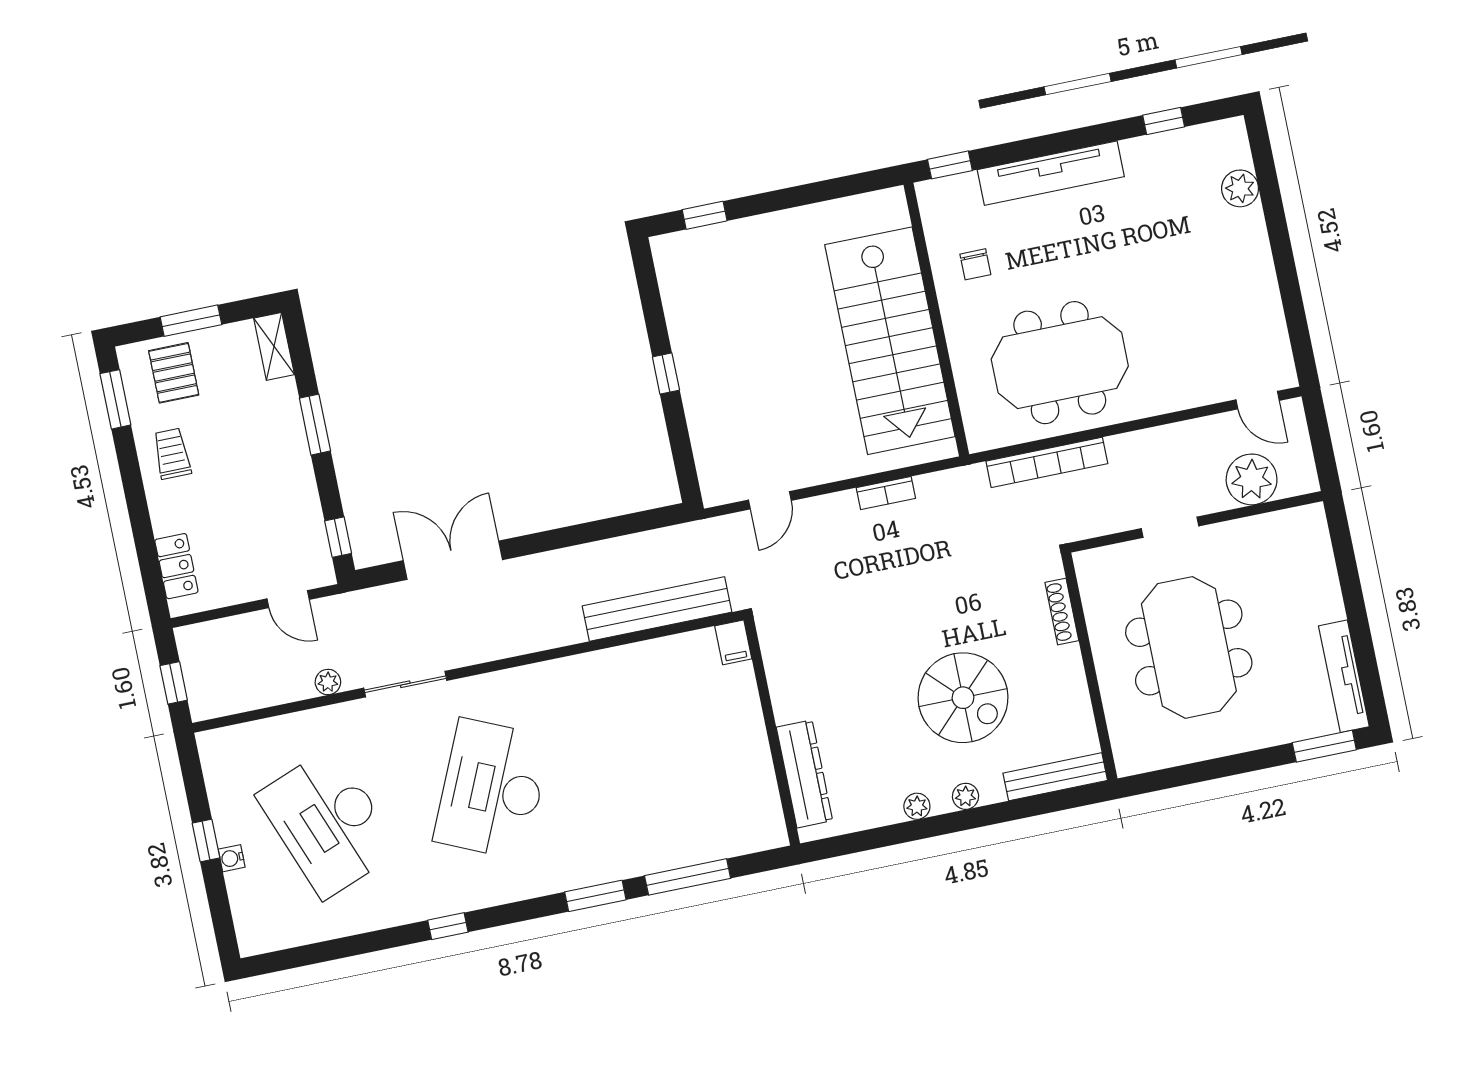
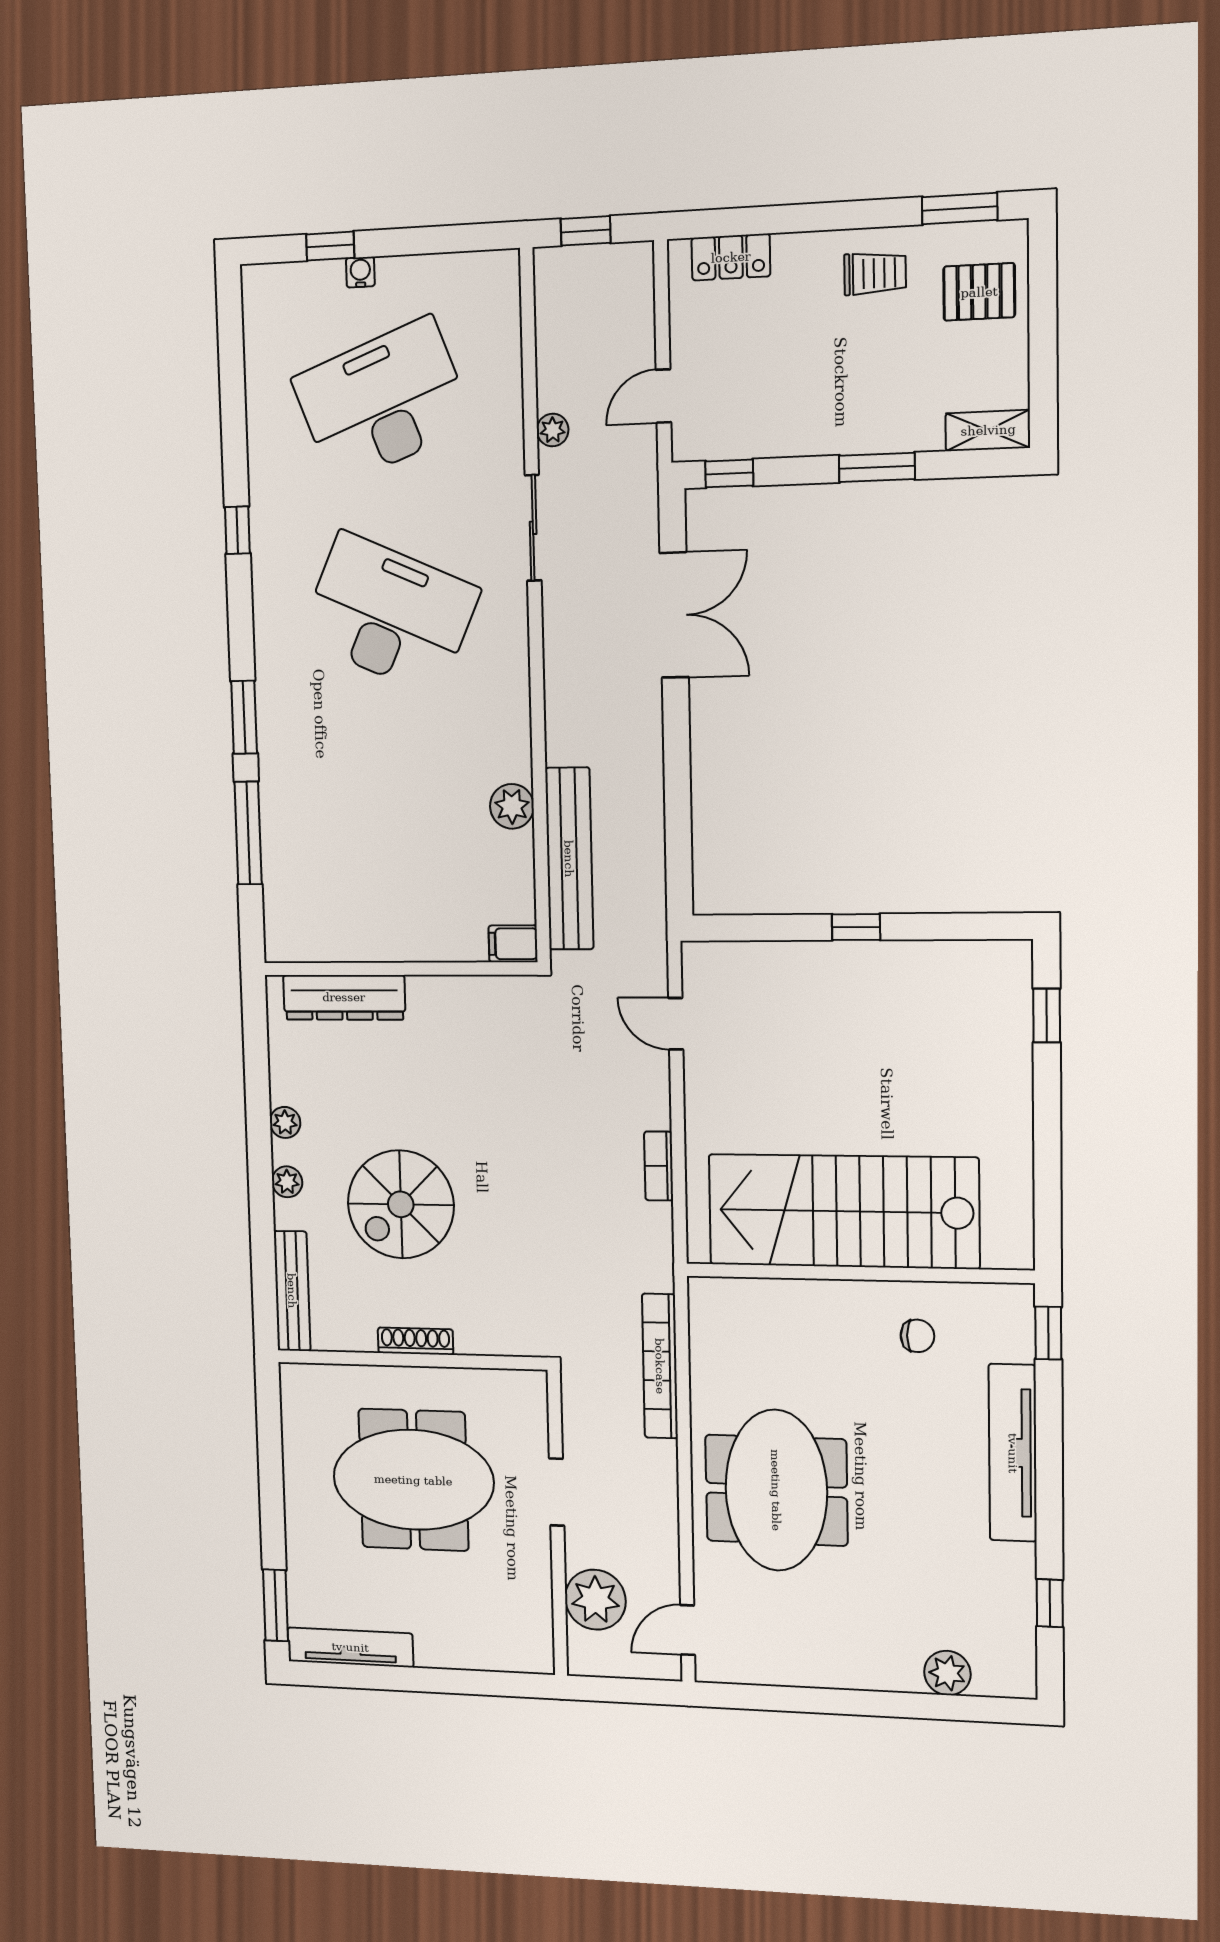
chair: (975, 264) -> (917, 1336), turned 180
window: (191, 321) -> (1043, 326), removed
meeting table: (1060, 363) -> (776, 1490), moved
shoe rack: (1062, 611) -> (416, 1341), moved
plant: (625, 663) -> (512, 806), added
window: (206, 841) -> (330, 246), moved

